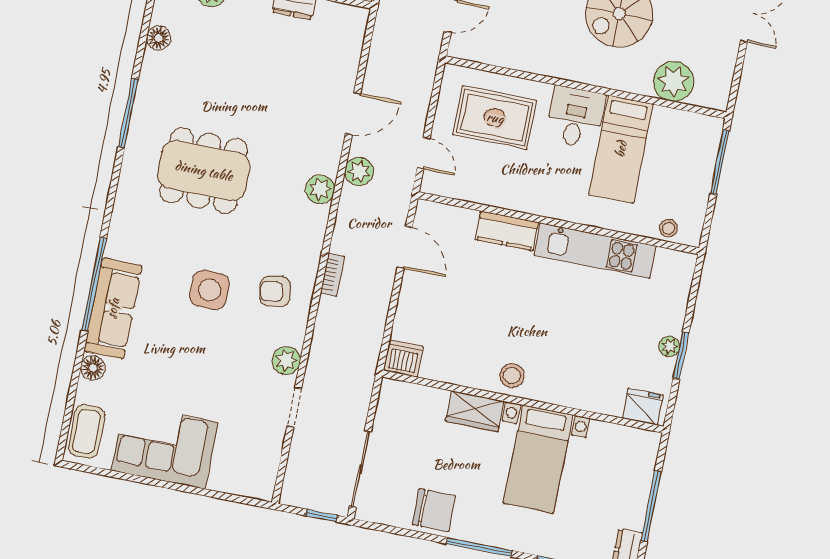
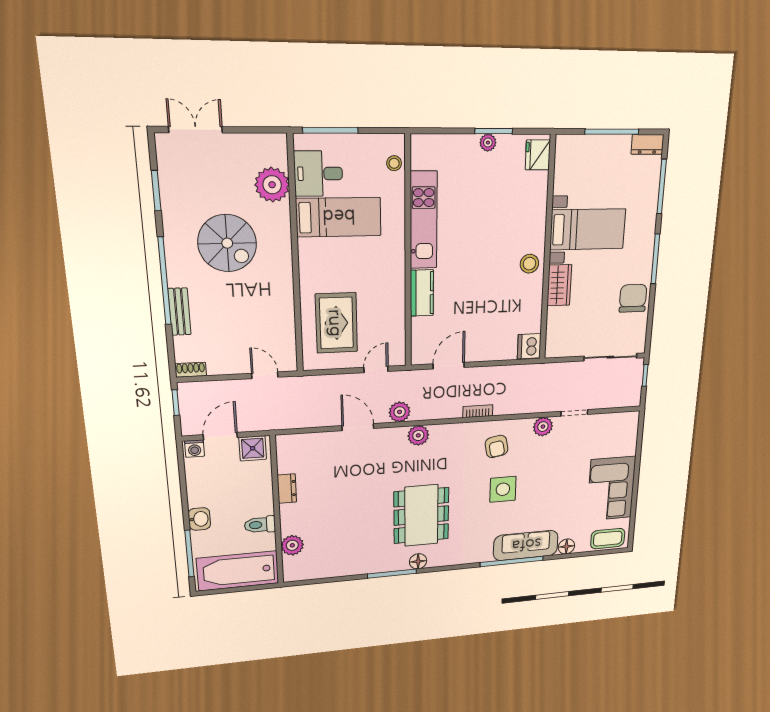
floor lamp: (159, 38) -> (418, 561), moved
desk: (575, 117) -> (318, 174), moved

